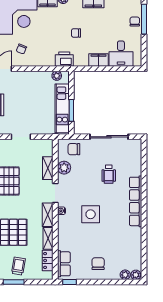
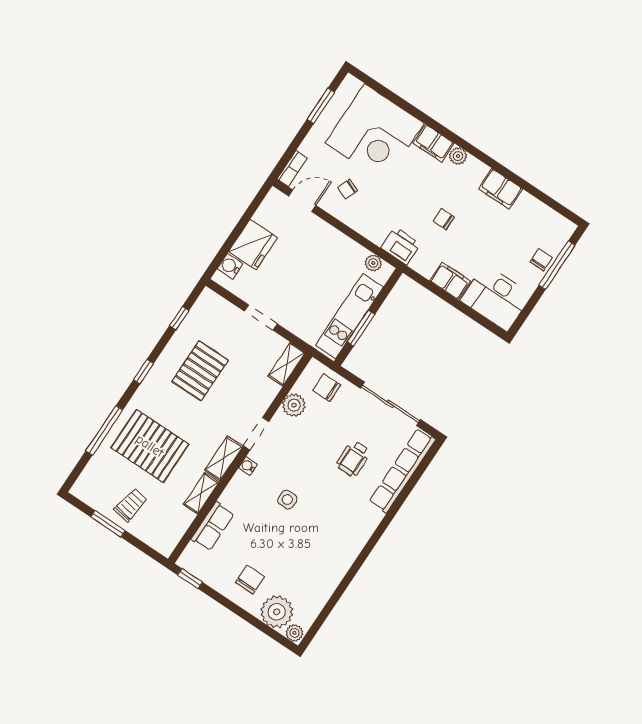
desk: (121, 54) -> (496, 298), width x1.37
shelving: (48, 168) -> (287, 364), moved
row of seats: (136, 201) -> (402, 471), moved
side table: (91, 214) -> (287, 500), width x0.54, depth x0.54
locker: (48, 260) -> (179, 526), removed
row of seats: (64, 264) -> (213, 526), moved
plant: (125, 275) -> (277, 612), width x1.88, depth x1.88

